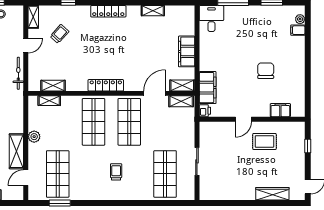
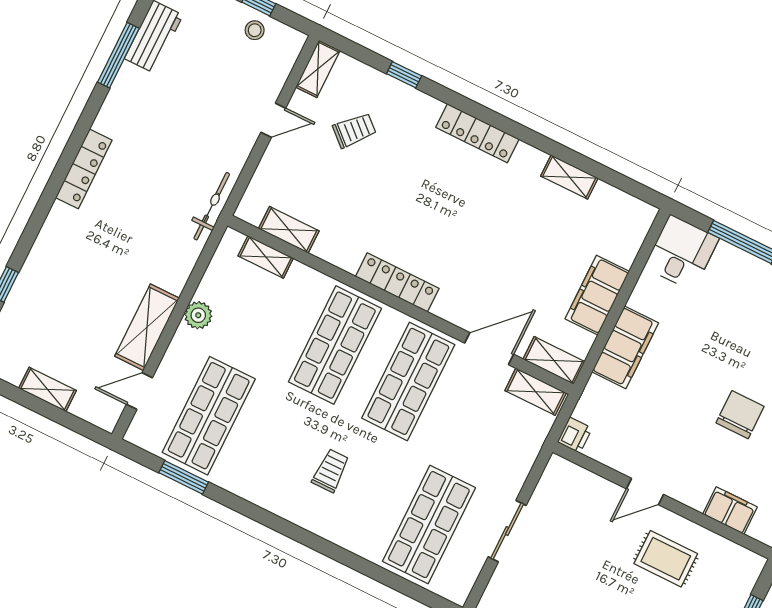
bicycle: (18, 73) -> (212, 206), moved
filing cabinet: (208, 88) -> (625, 347), moved

